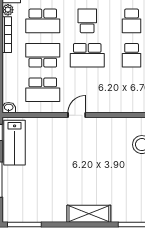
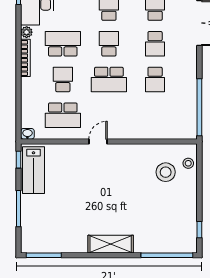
school desk: (43, 21) -> (63, 44), turned 180
school desk: (43, 55) -> (63, 79), width x0.54

